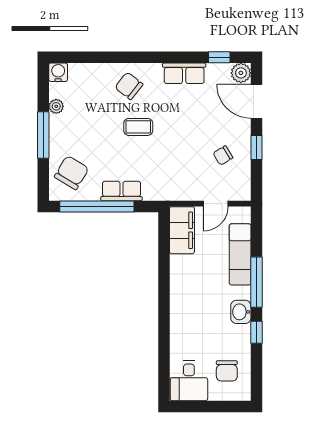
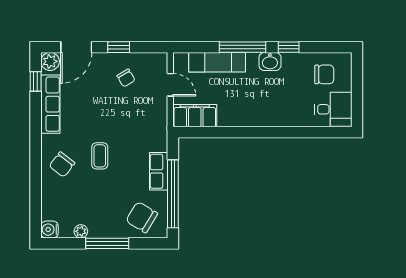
row of seats: (184, 73) -> (50, 104), width x1.48

